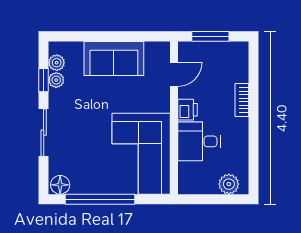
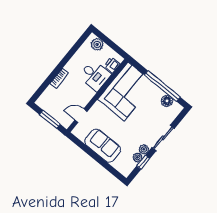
plant: (57, 63) -> (144, 149), moved
printer: (188, 110) -> (112, 65), moved
floor lamp: (60, 185) -> (167, 101), moved

